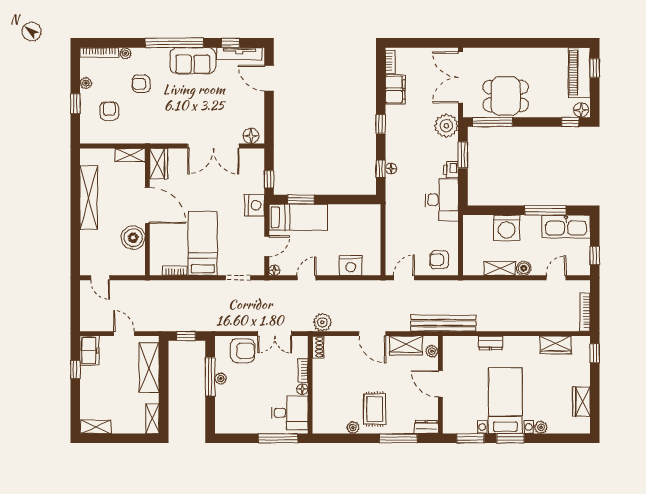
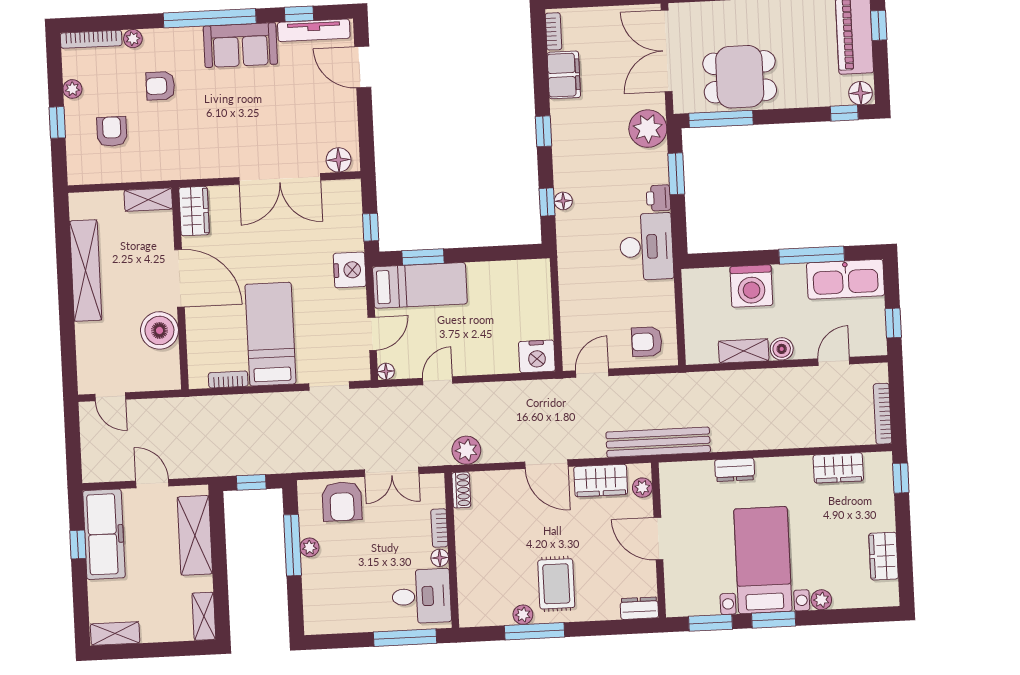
nightstand: (351, 265) -> (537, 356), moved
freezer: (89, 351) -> (104, 534), width x1.91, depth x1.26
armchair: (243, 351) -> (342, 501), turned 90
window: (398, 438) -> (535, 631), moved

